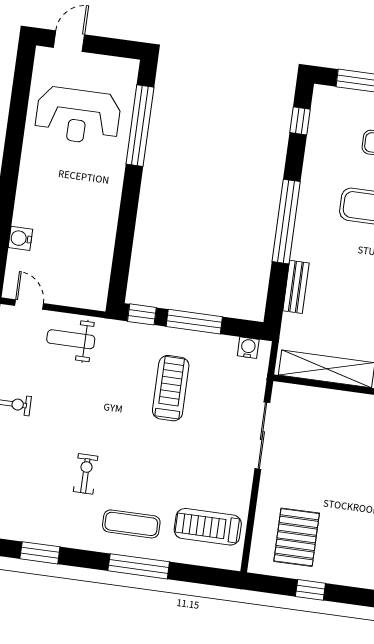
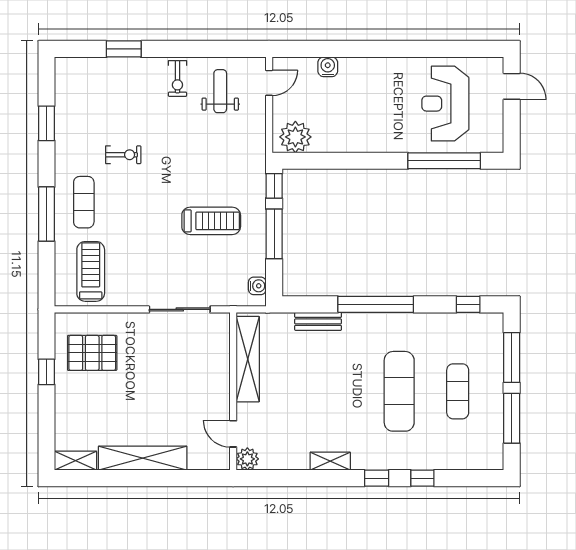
plant: (92, 284) -> (295, 137), added
weight bench: (71, 339) -> (220, 91), moved

